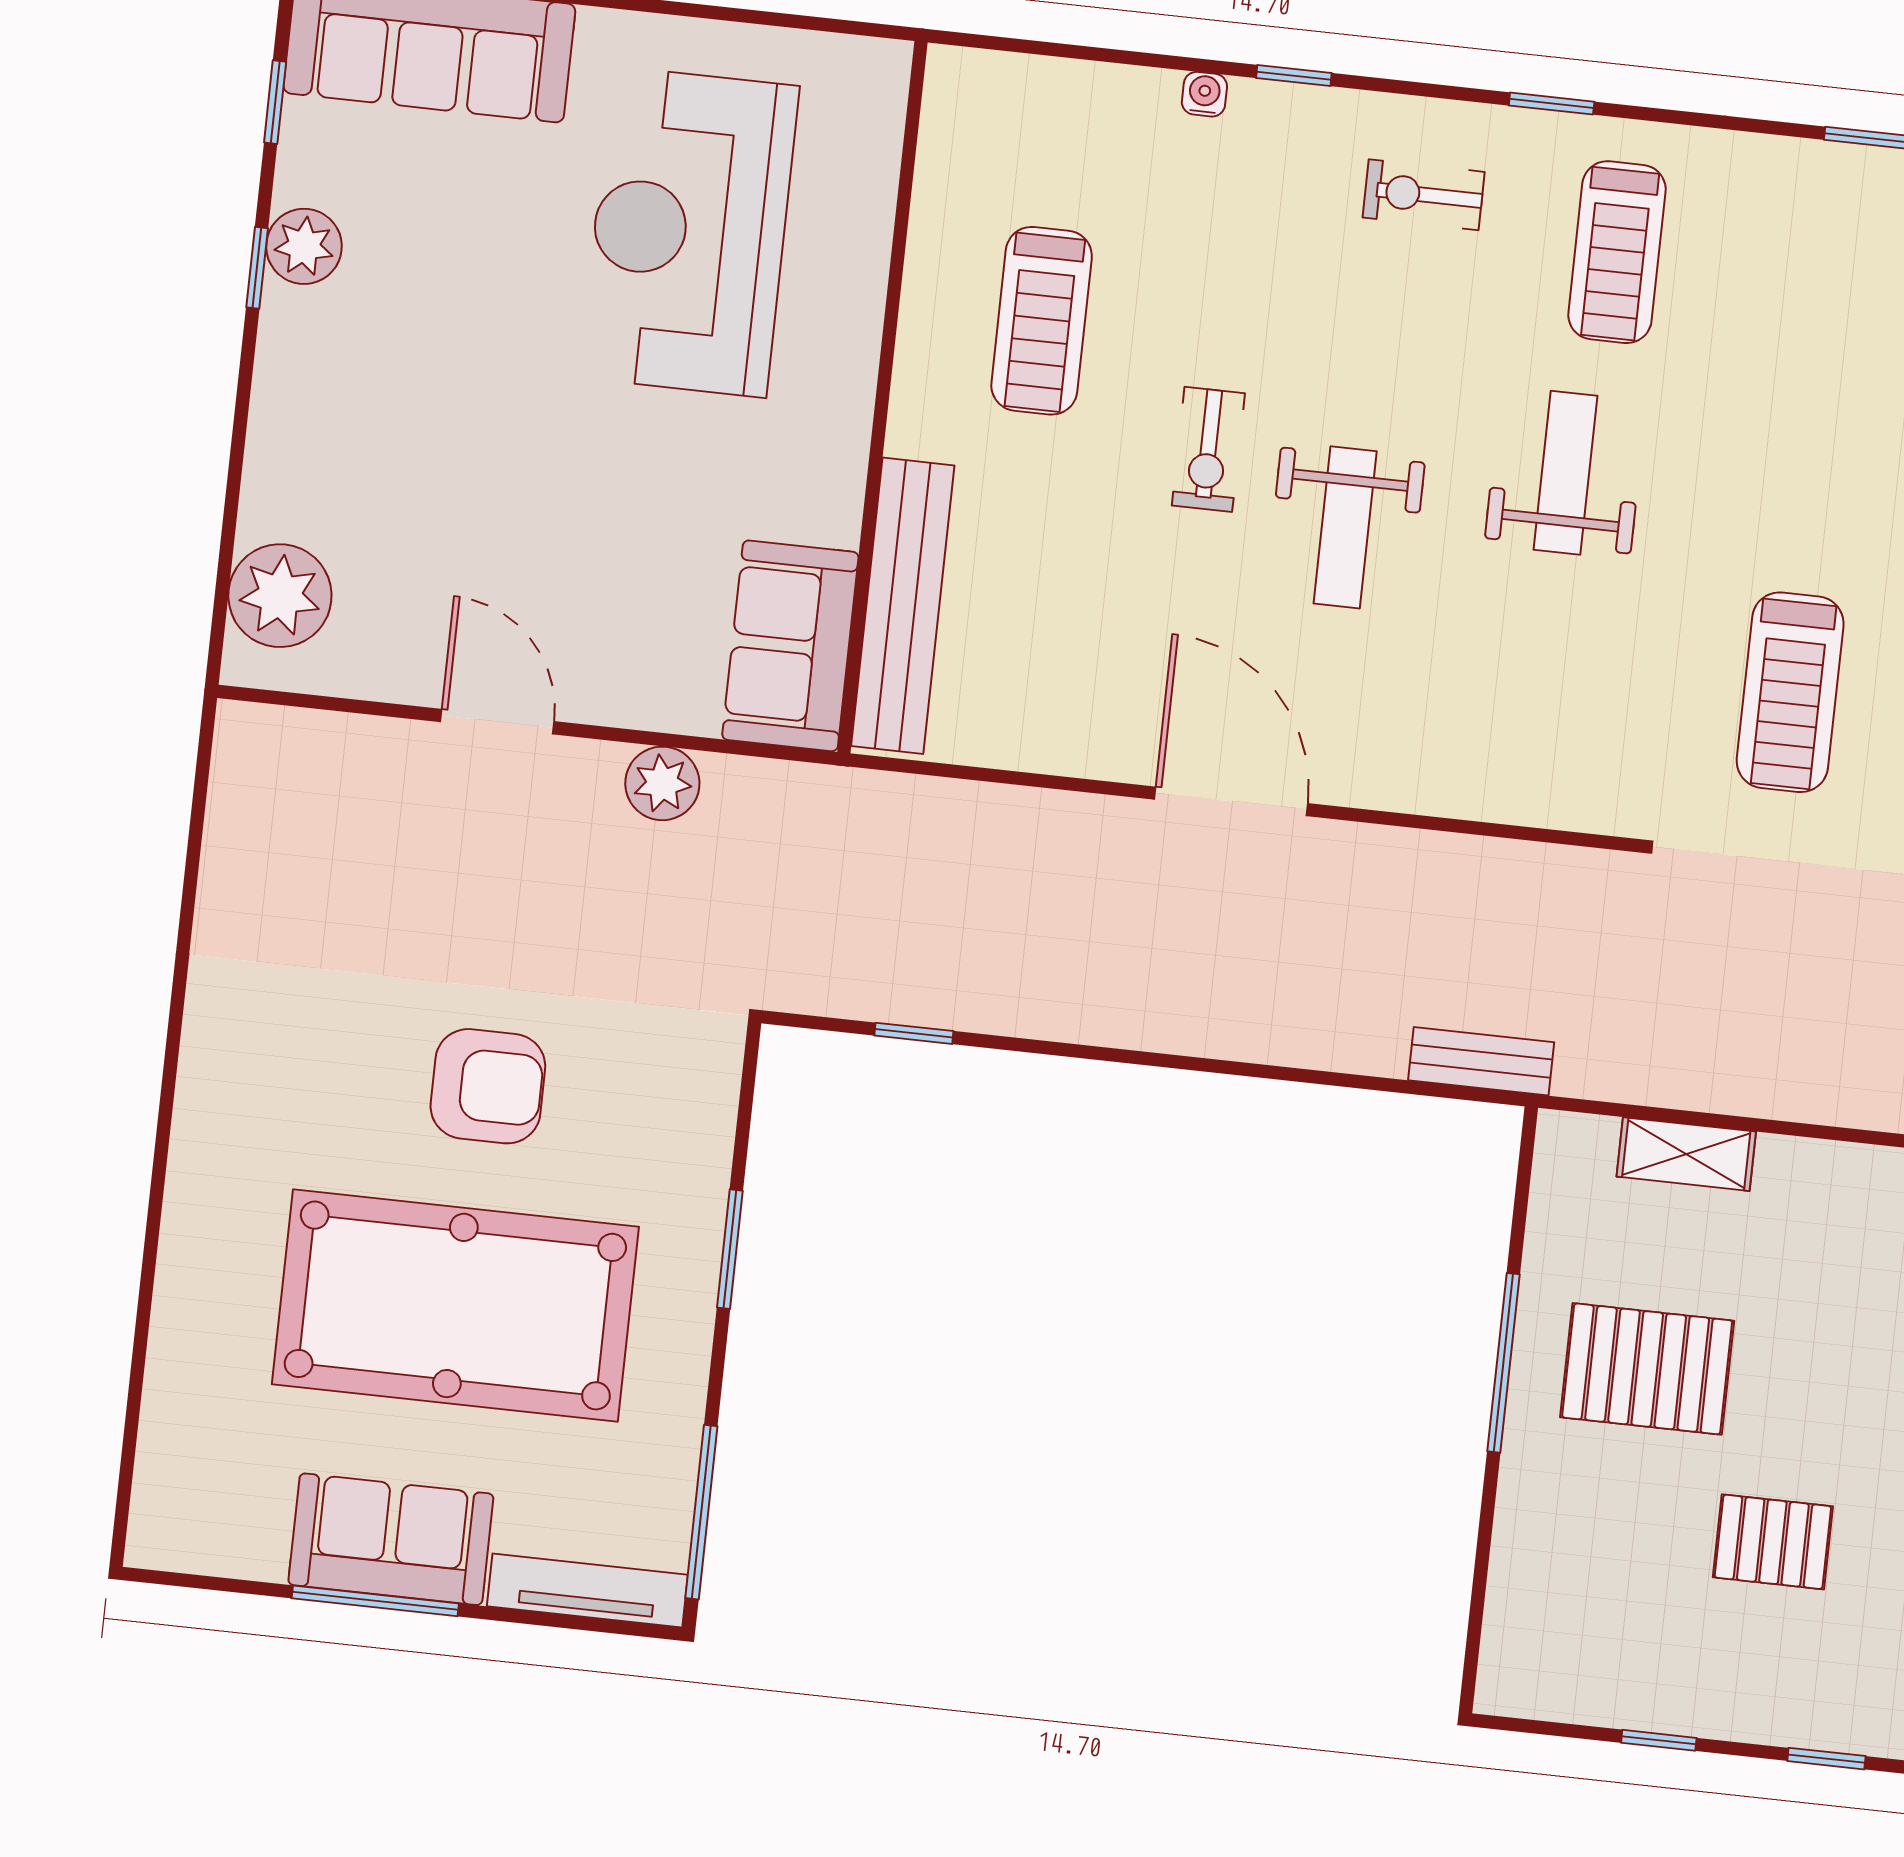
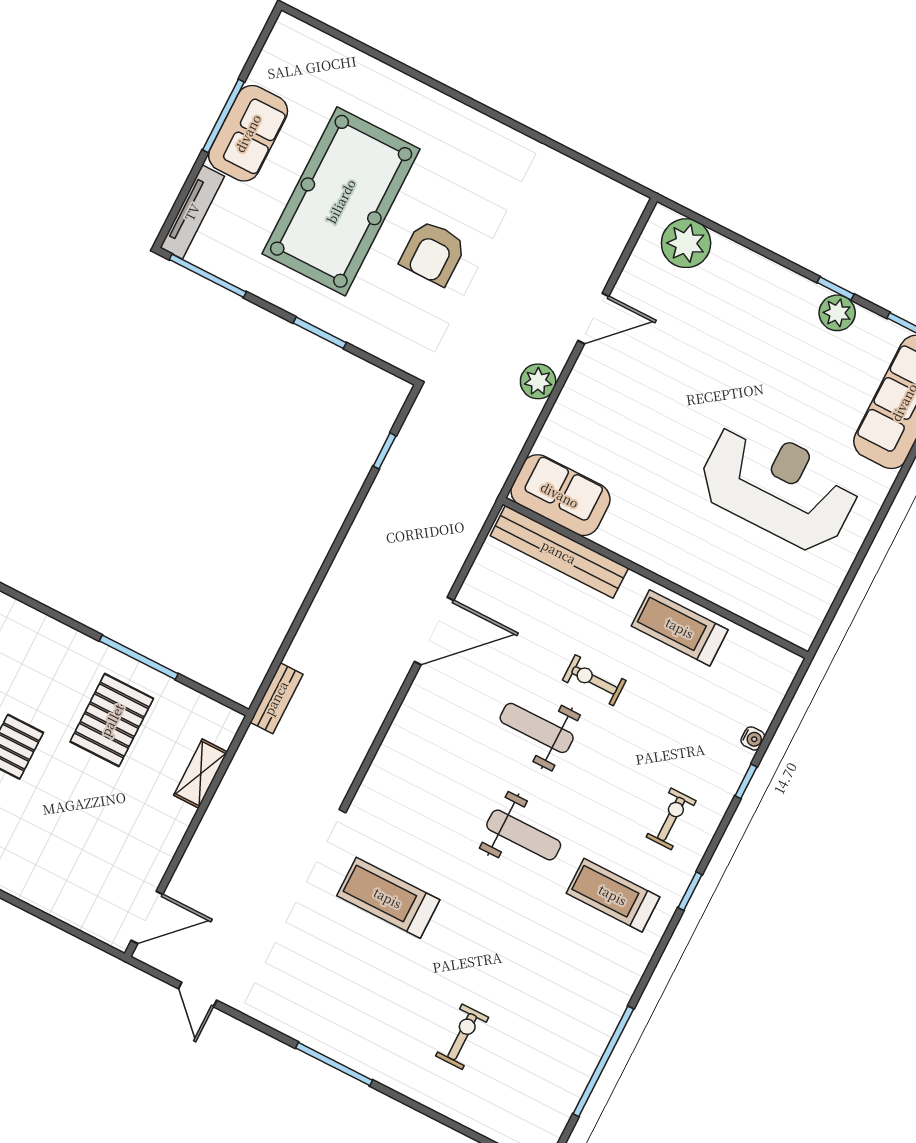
wall: (882, 397) -> (655, 578), moved
bench: (903, 606) -> (559, 552), moved
sofa: (790, 646) -> (560, 495), moved

